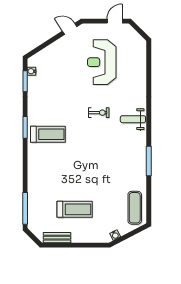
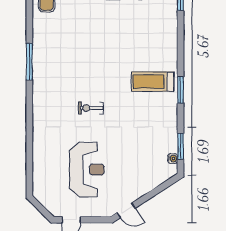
weight bench: (133, 119) -> (49, 100), removed
window: (149, 161) -> (29, 62), moved

